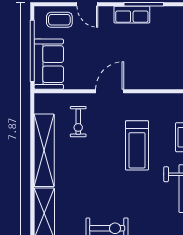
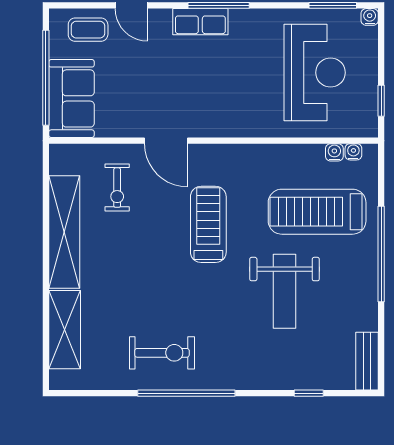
door: (110, 91) -> (166, 141), swing flipped
treadmill: (137, 145) -> (208, 224), turned 180

